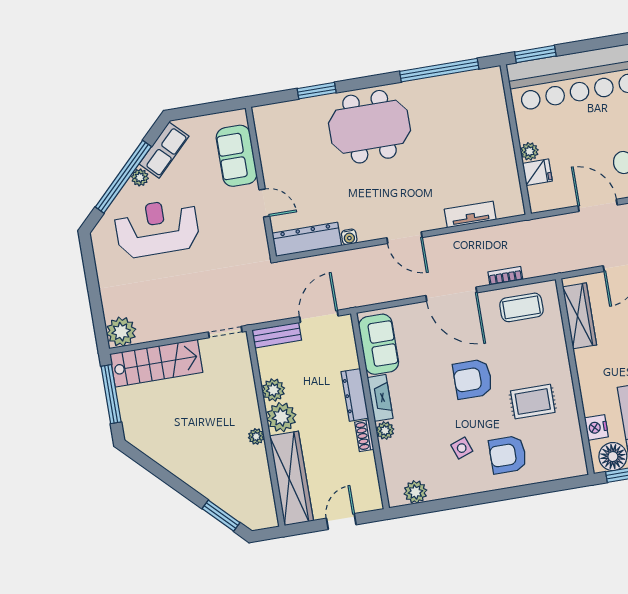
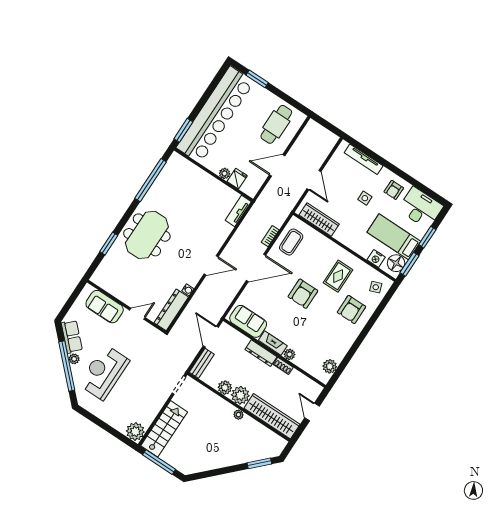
tv unit: (470, 214) -> (238, 211), moved
side table: (462, 448) -> (376, 287), moved

